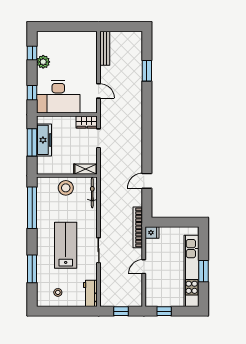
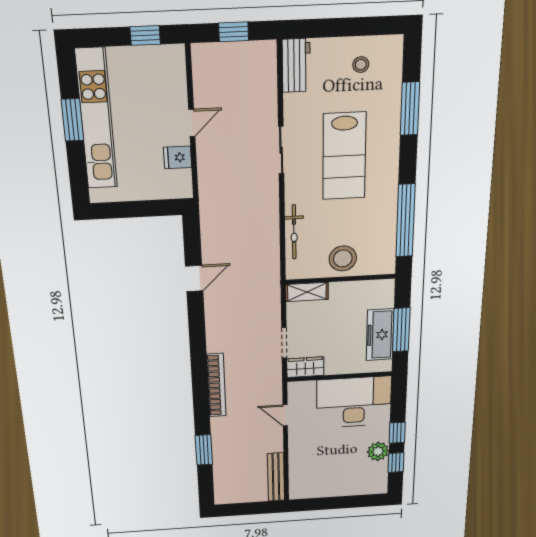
window: (32, 93) -> (397, 433), moved
bicycle: (92, 192) -> (294, 232), moved
bookcase: (138, 227) -> (216, 385), moved
fridge: (152, 233) -> (178, 157), moved

